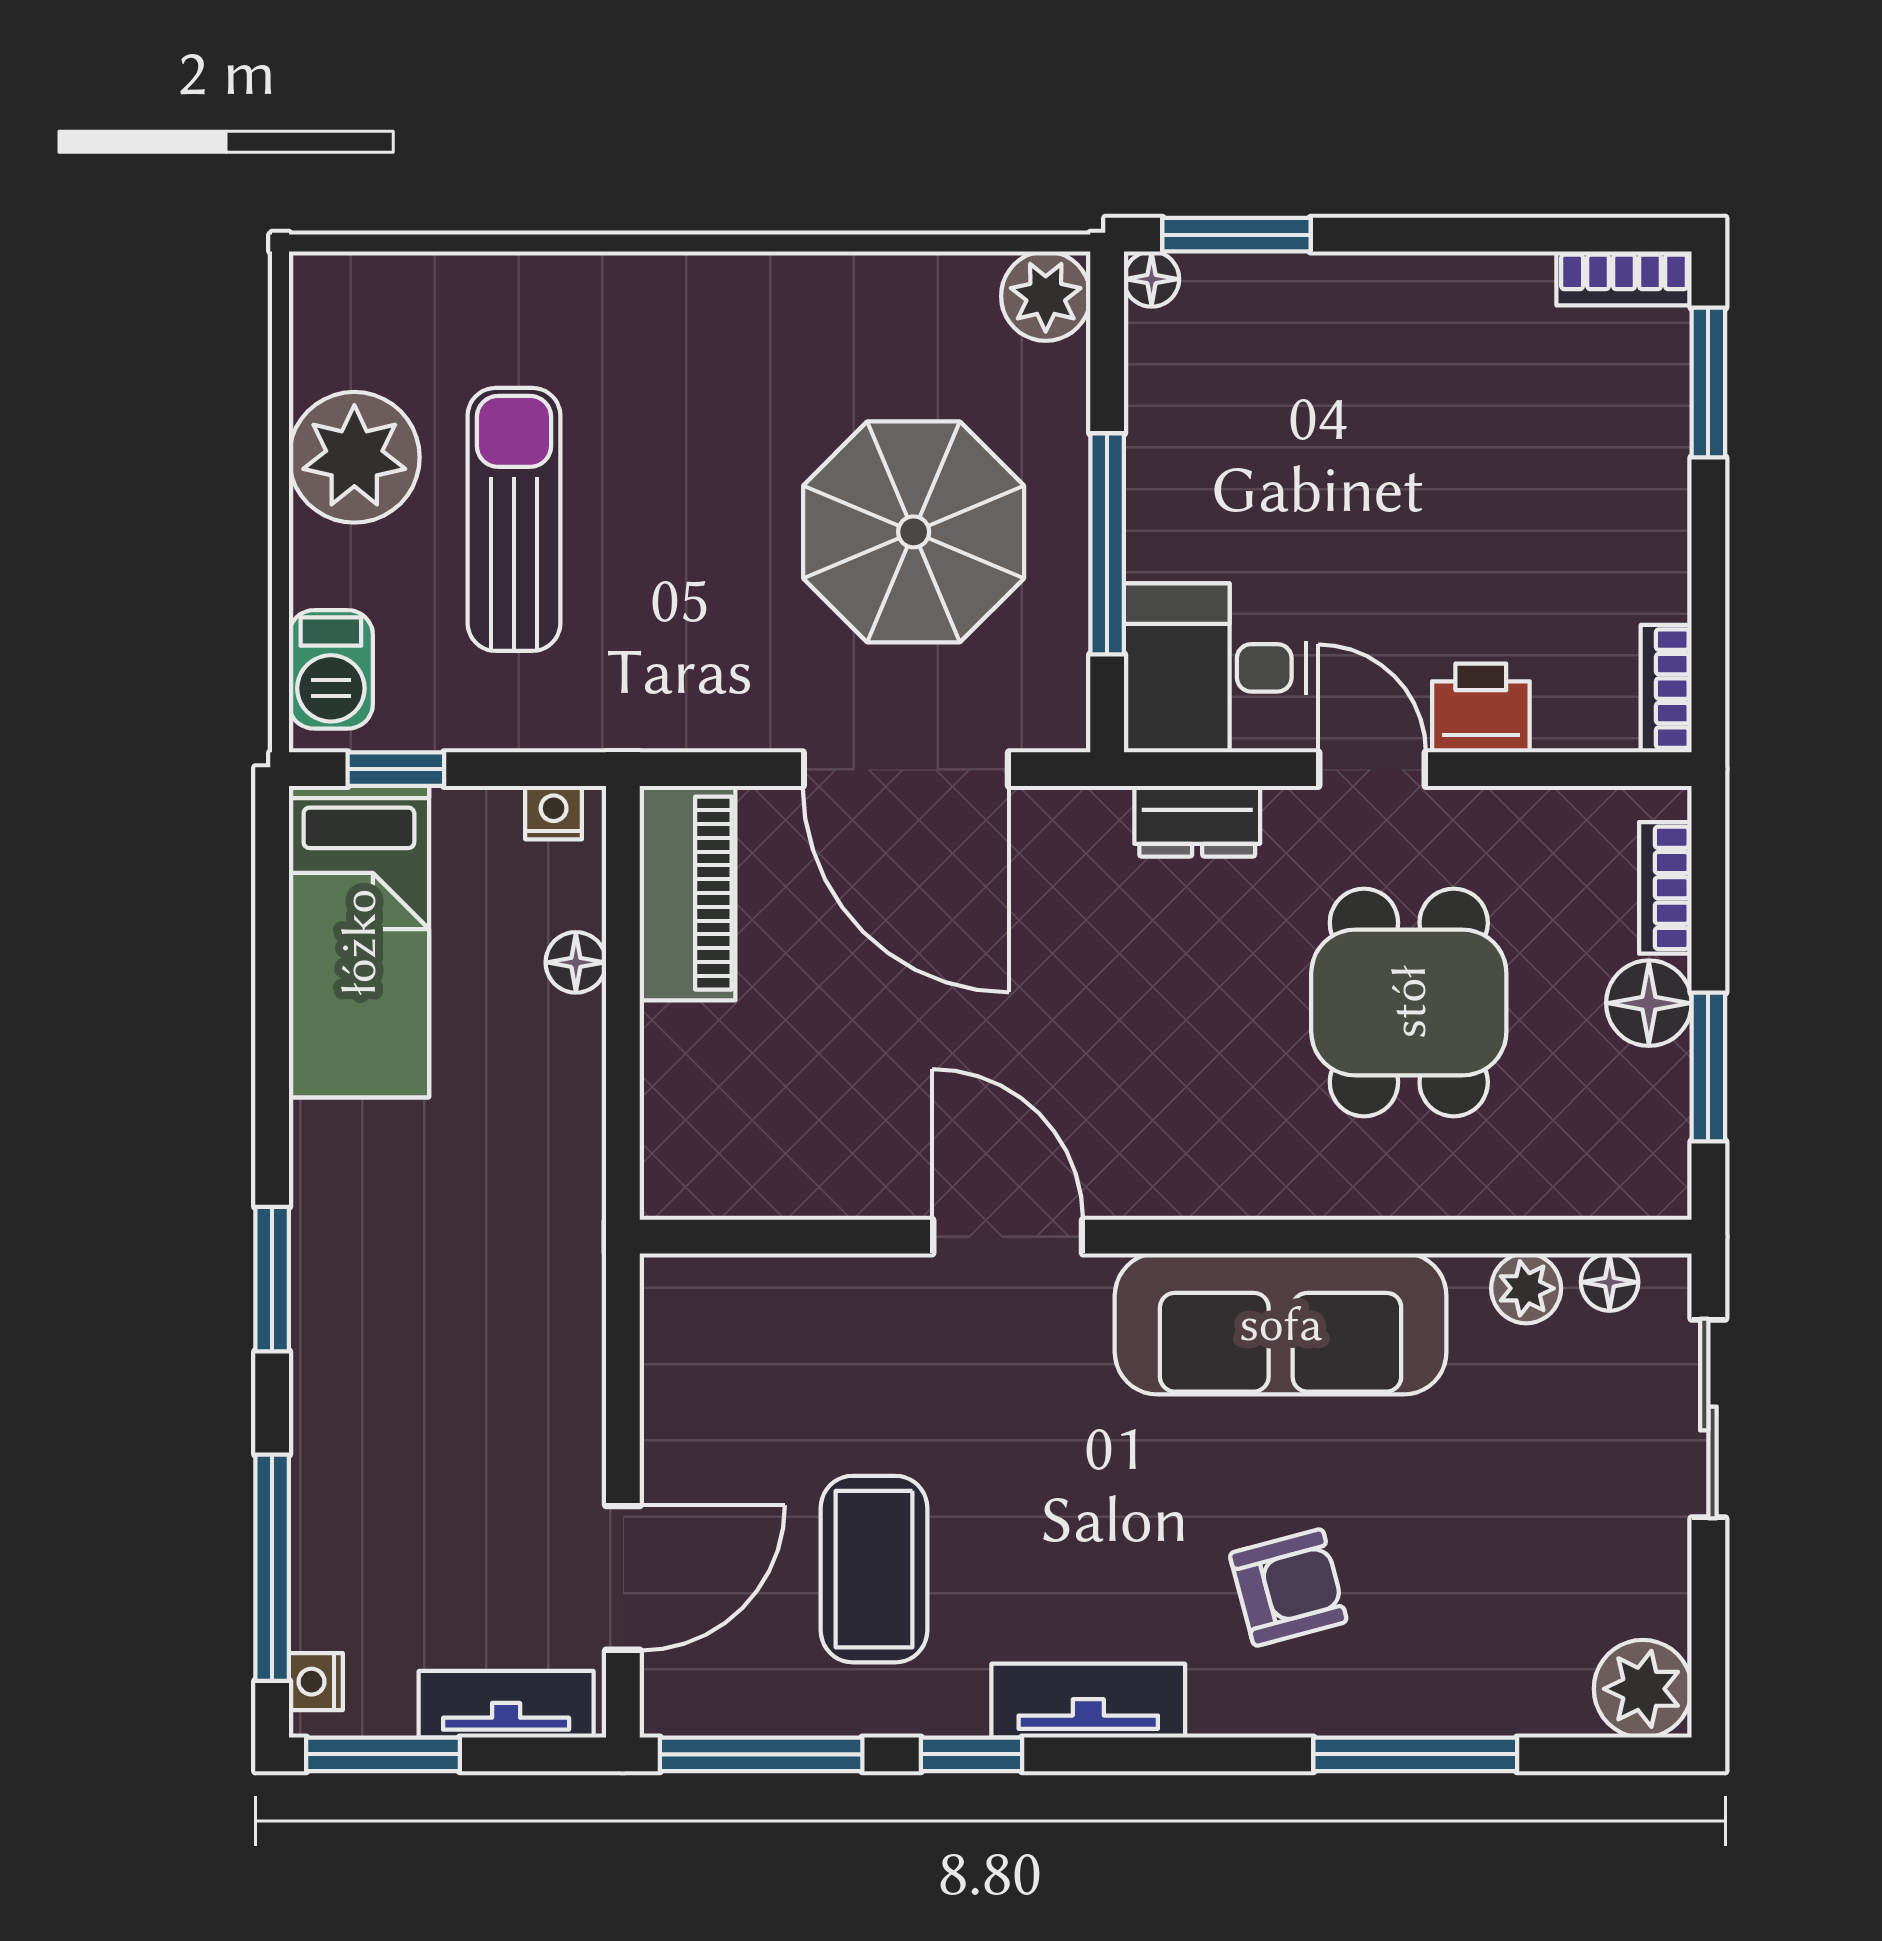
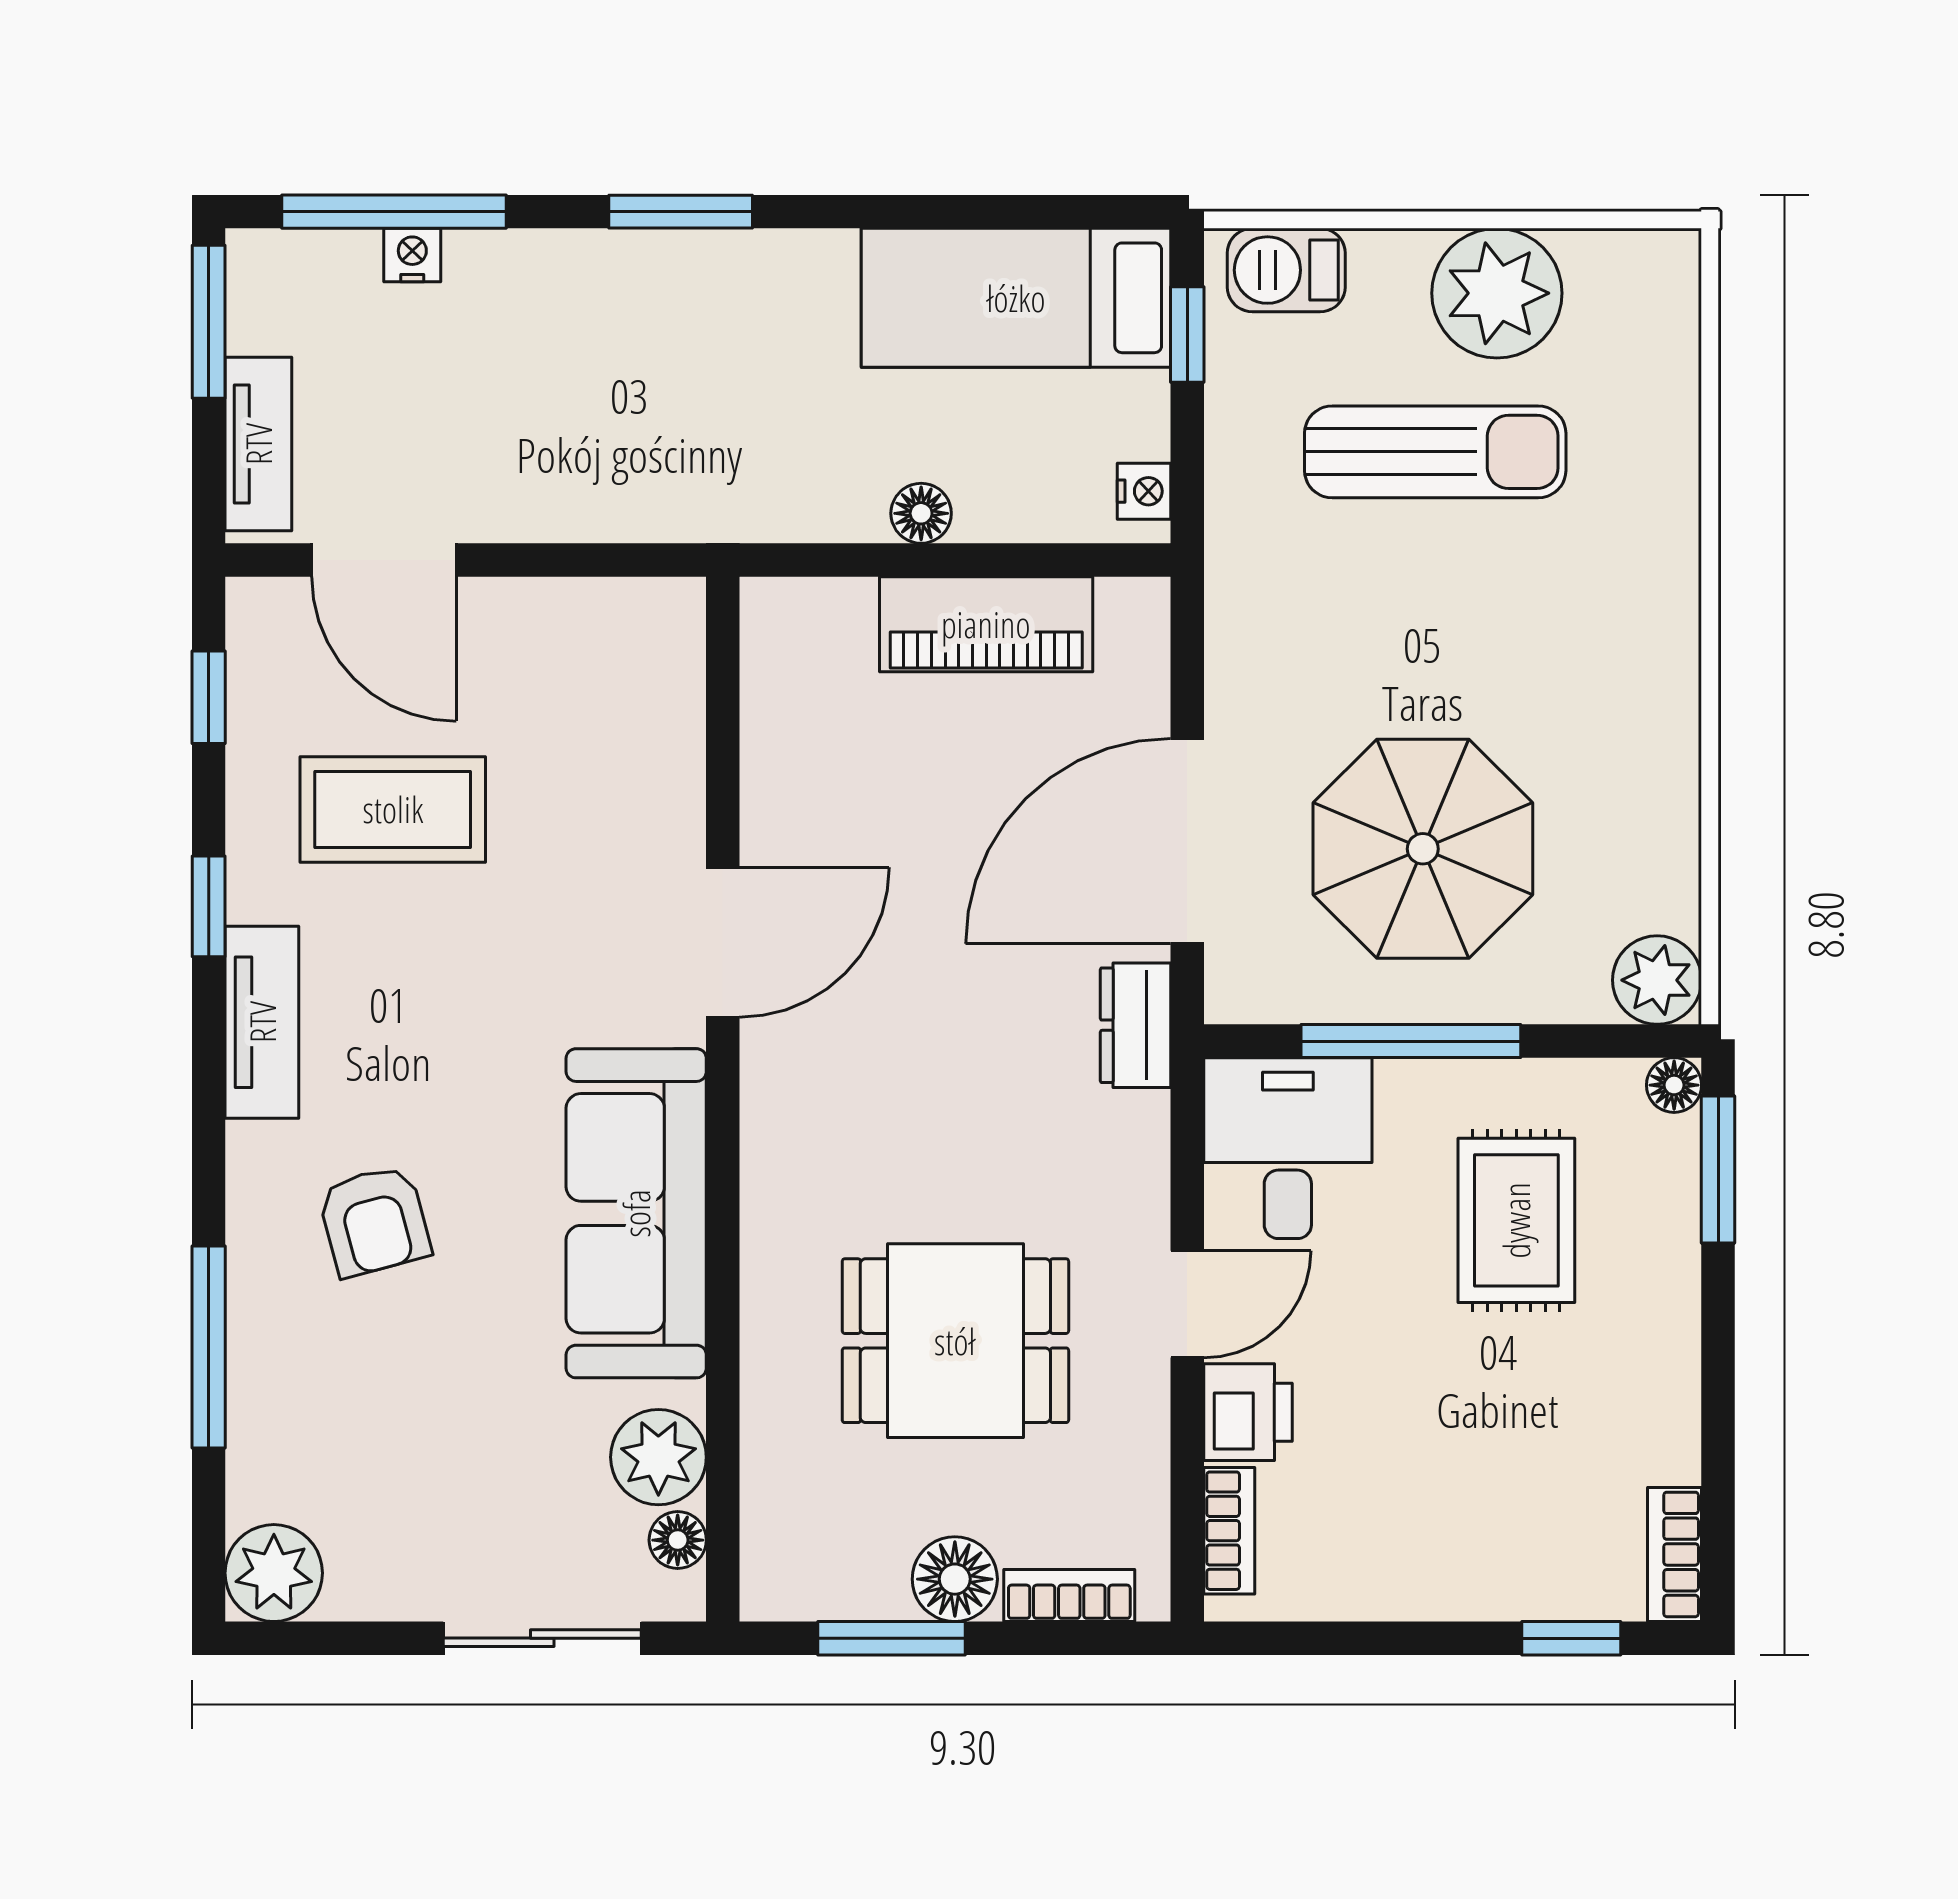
window: (1708, 383) -> (1571, 1638), width x0.67
rug: (1288, 438) -> (1516, 1220), added
bookcase: (1666, 689) -> (1229, 1531), moved, turned 90
dresser: (1197, 821) -> (1136, 1025), moved
piano: (688, 893) -> (986, 624), moved
floor lamp: (576, 962) -> (921, 513), moved
plant: (1526, 1288) -> (658, 1457), width x1.38, depth x1.38
nightstand: (316, 1682) -> (412, 255), moved
window: (761, 1754) -> (209, 697), width x0.46

